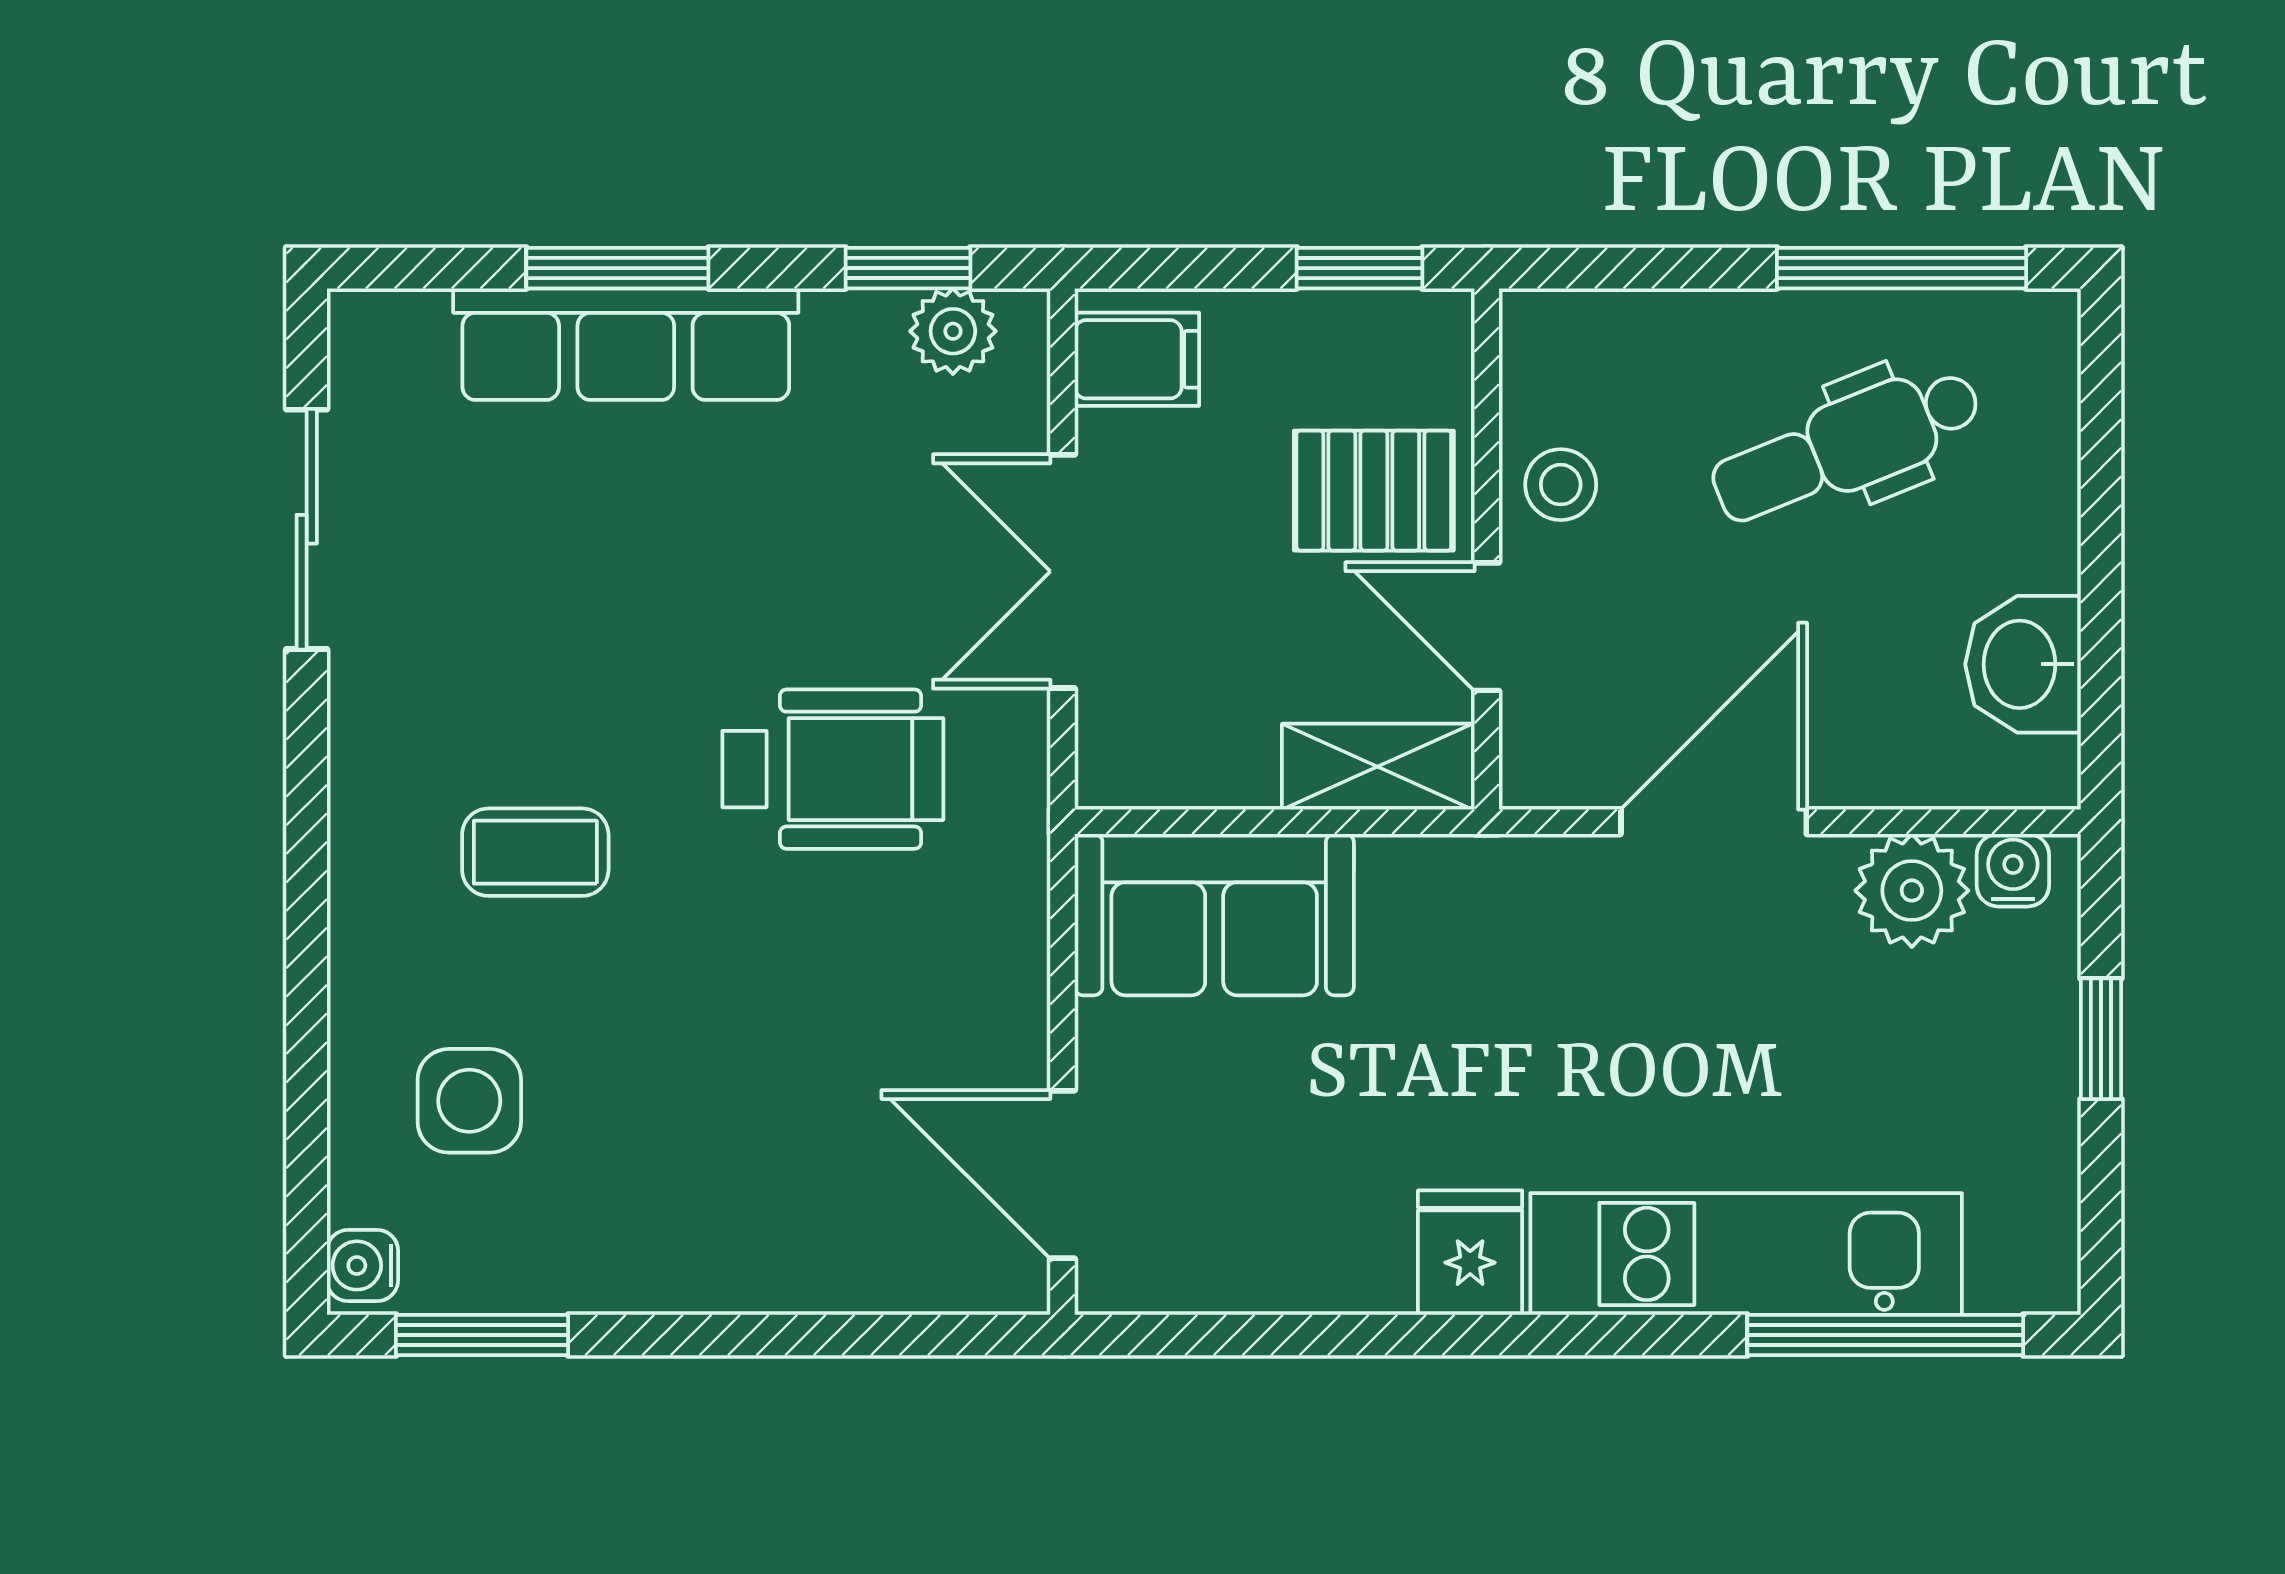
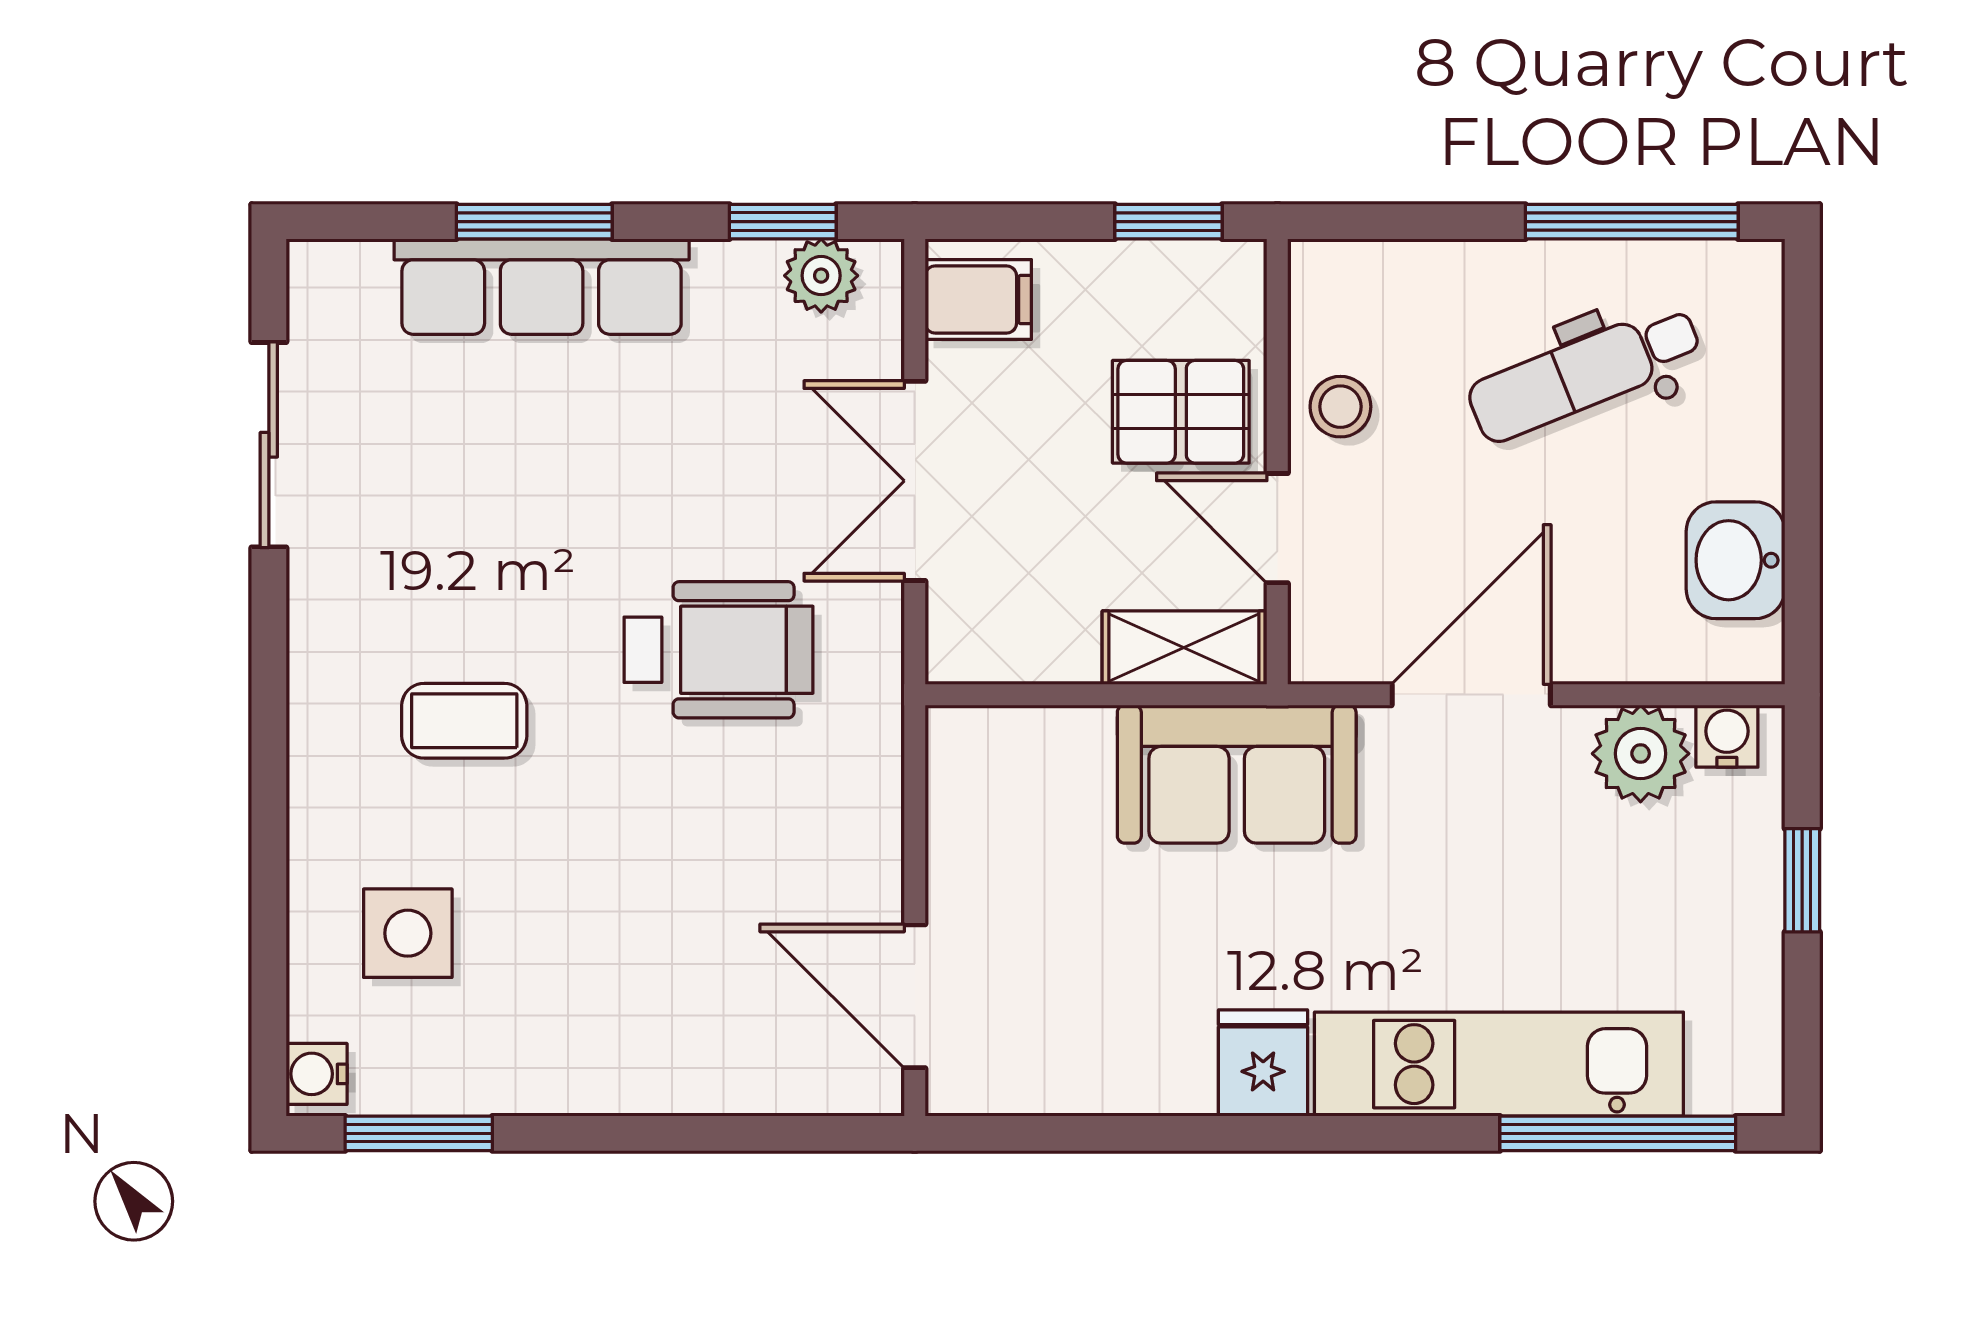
sofa: (1214, 915) -> (1237, 774), moved

